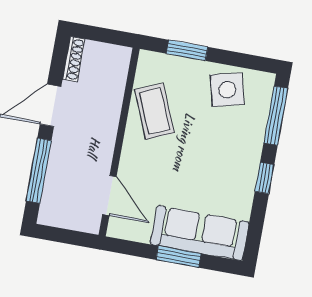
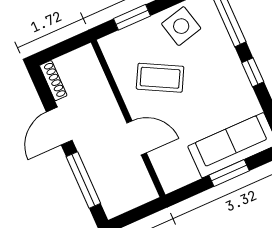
coffee table: (155, 111) -> (160, 78), moved, turned -39
door: (109, 196) -> (137, 138), moved

